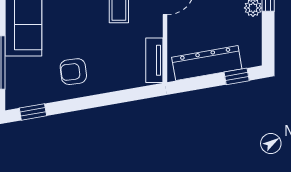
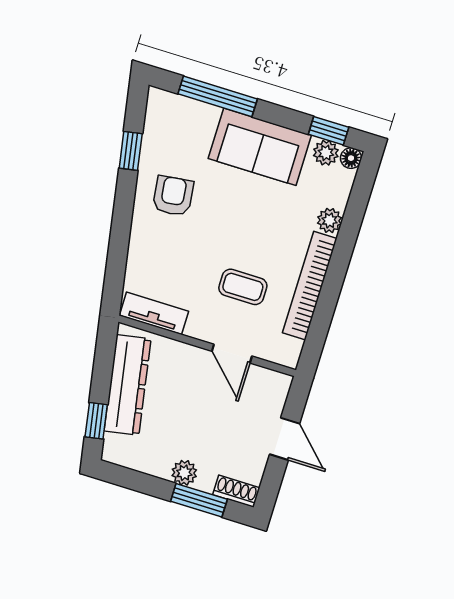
window: (33, 112) -> (131, 151), moved

